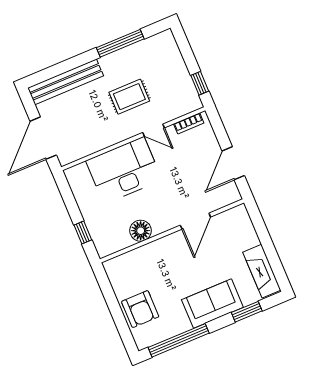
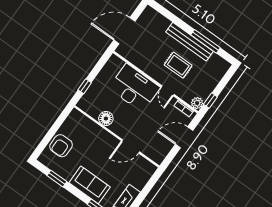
bench: (66, 82) -> (189, 42), moved
plant: (192, 102) -> (197, 103), added
door: (233, 163) -> (184, 137), moved
window: (179, 340) -> (57, 179), width x0.47

